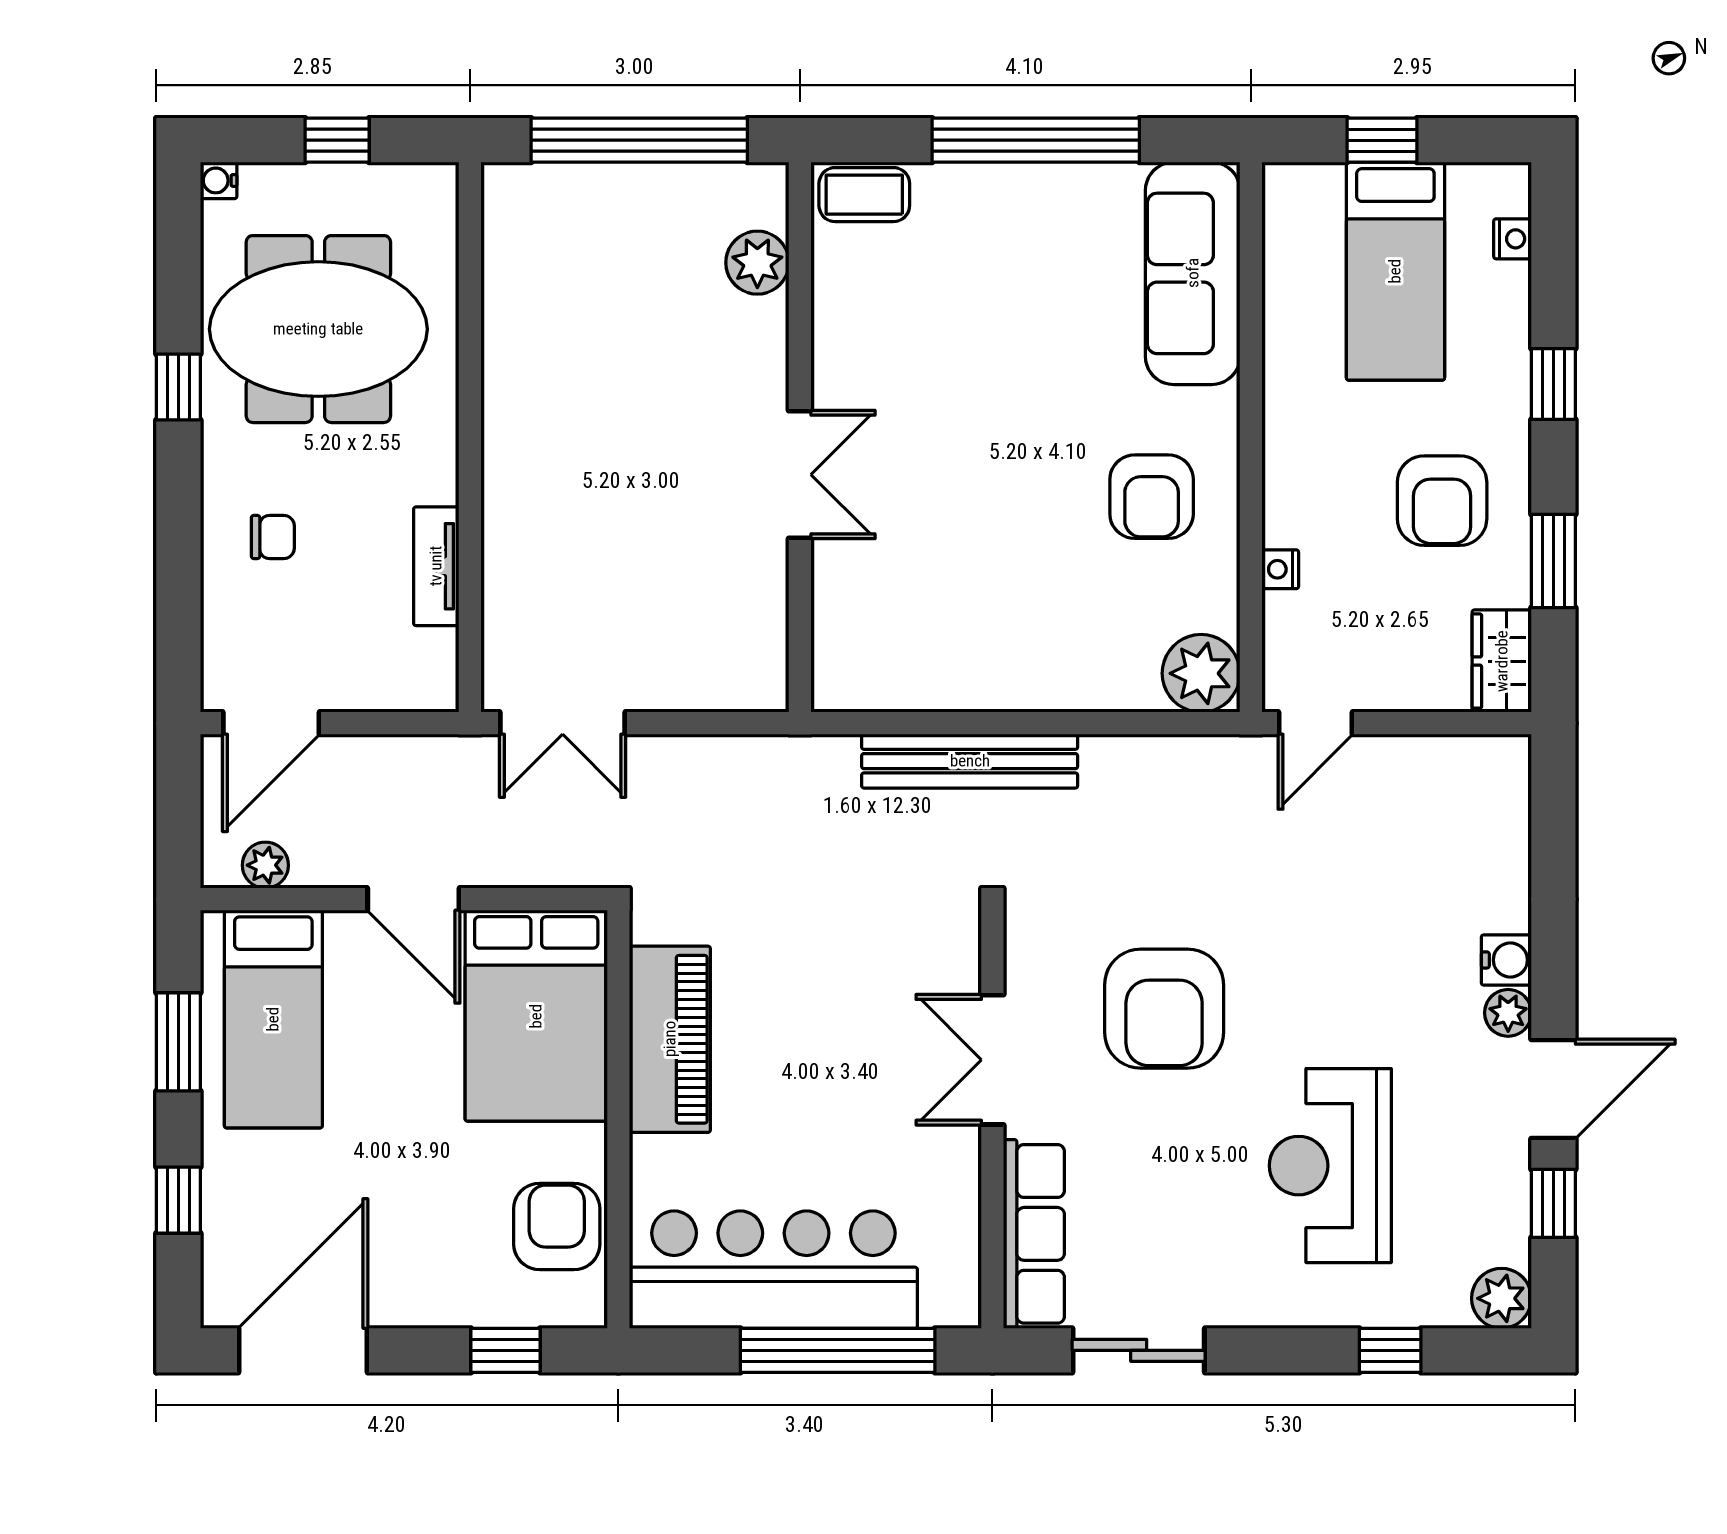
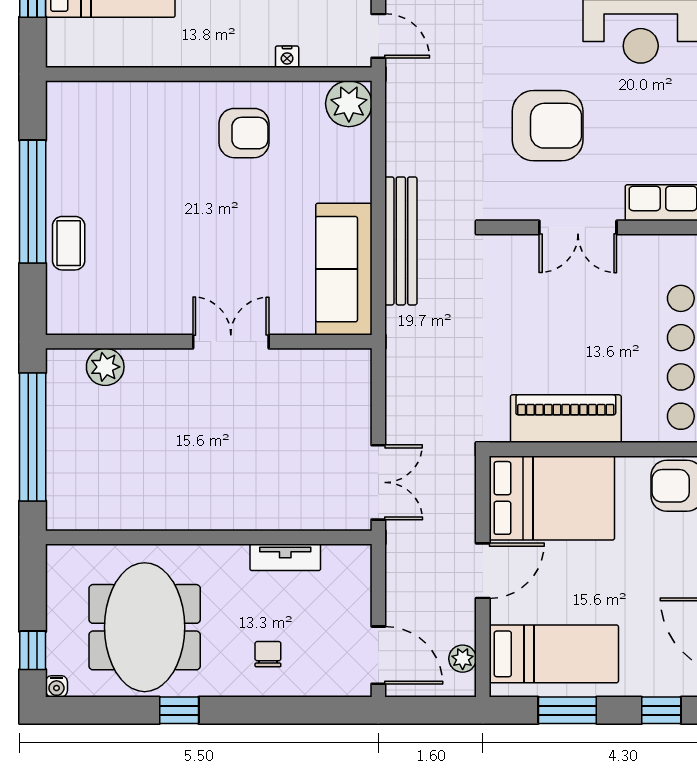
window: (337, 140) -> (33, 650), moved
coffee table: (864, 195) -> (69, 243), moved
sofa: (1193, 273) -> (344, 269), moved, turned 90

